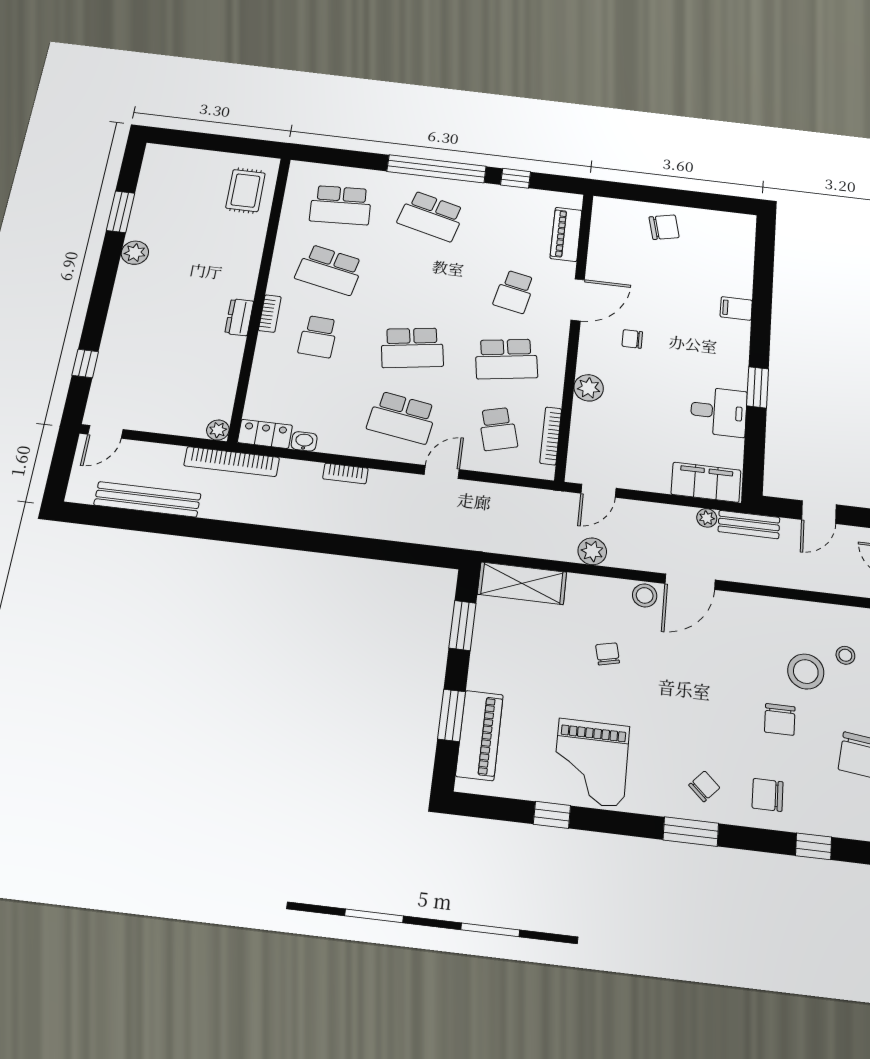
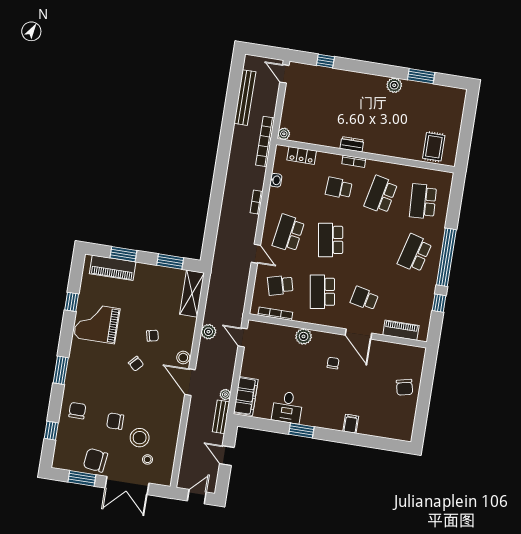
rug: (246, 191) -> (434, 147), turned 90
locker: (265, 434) -> (302, 155), moved, turned 90
chair: (704, 786) -> (136, 364), moved

